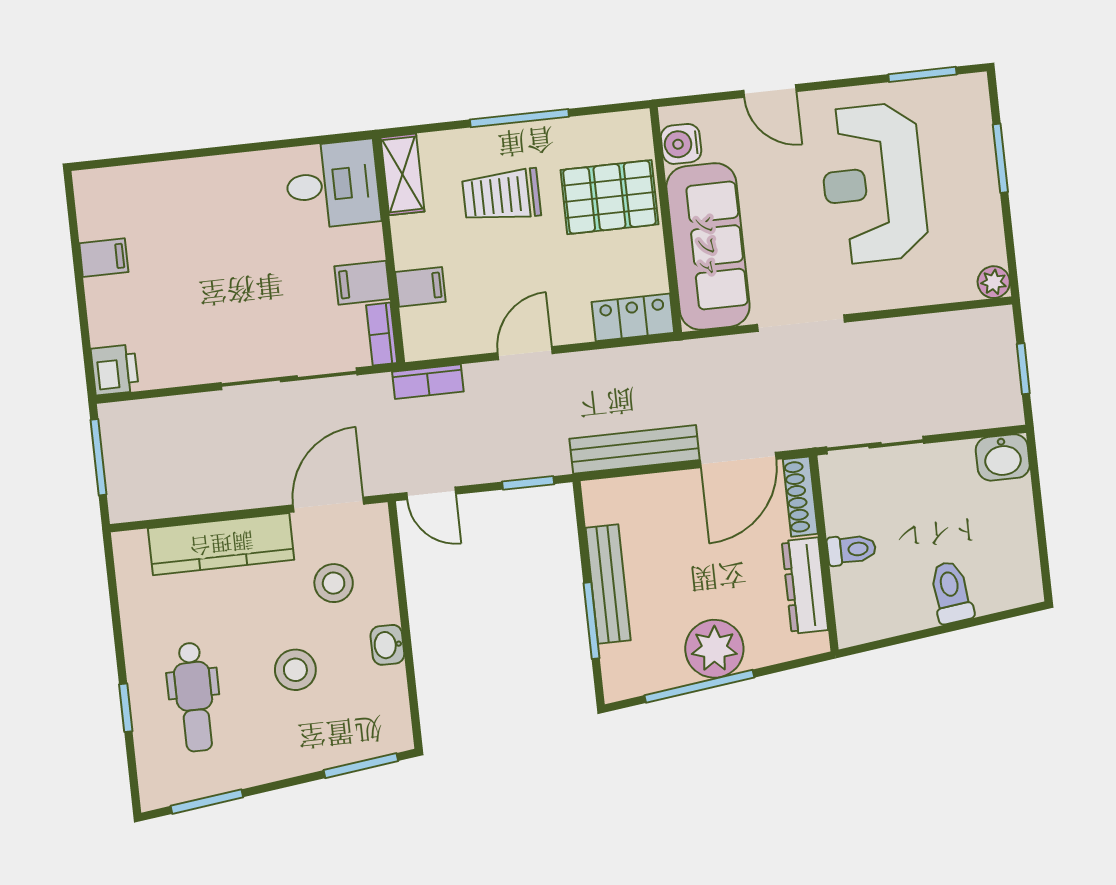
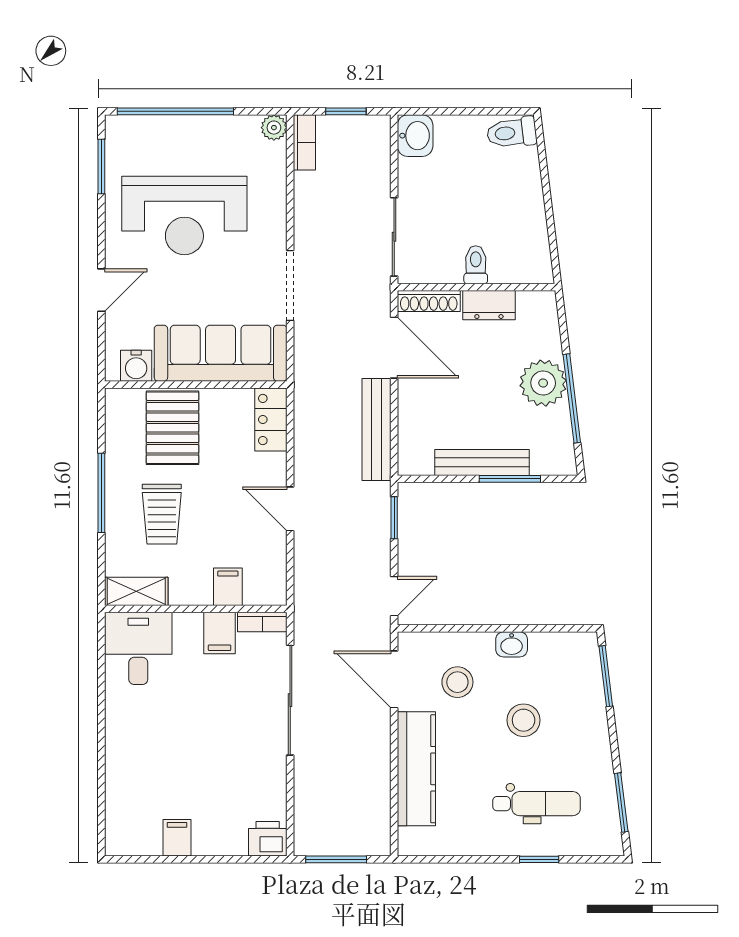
window: (1000, 158) -> (175, 111), width x2.11
bookcase: (428, 382) -> (304, 142), moved
dresser: (805, 586) -> (489, 305), width x0.70
toilet: (951, 592) -> (512, 133), moved

